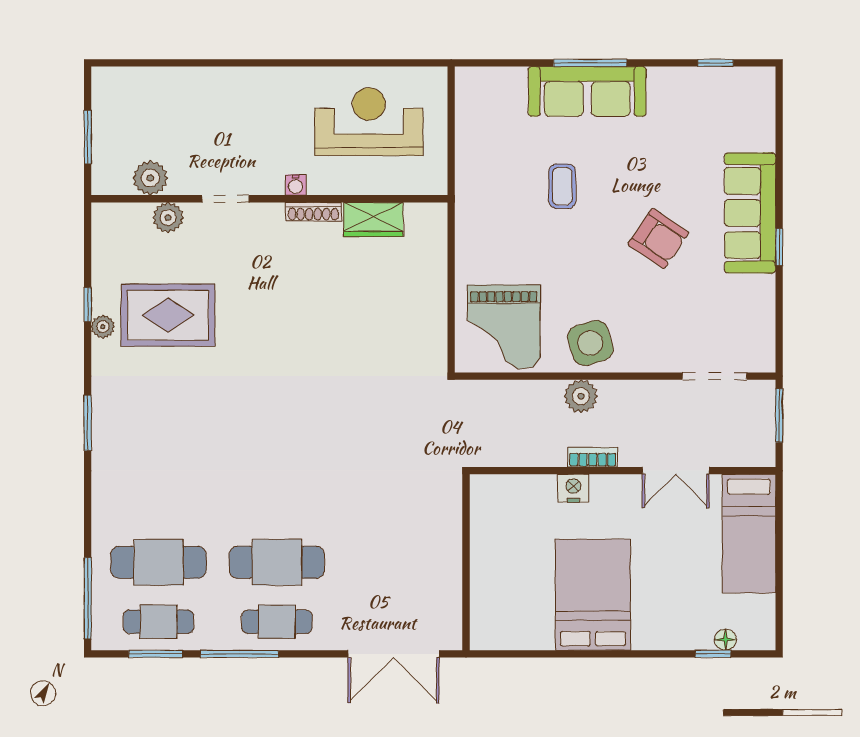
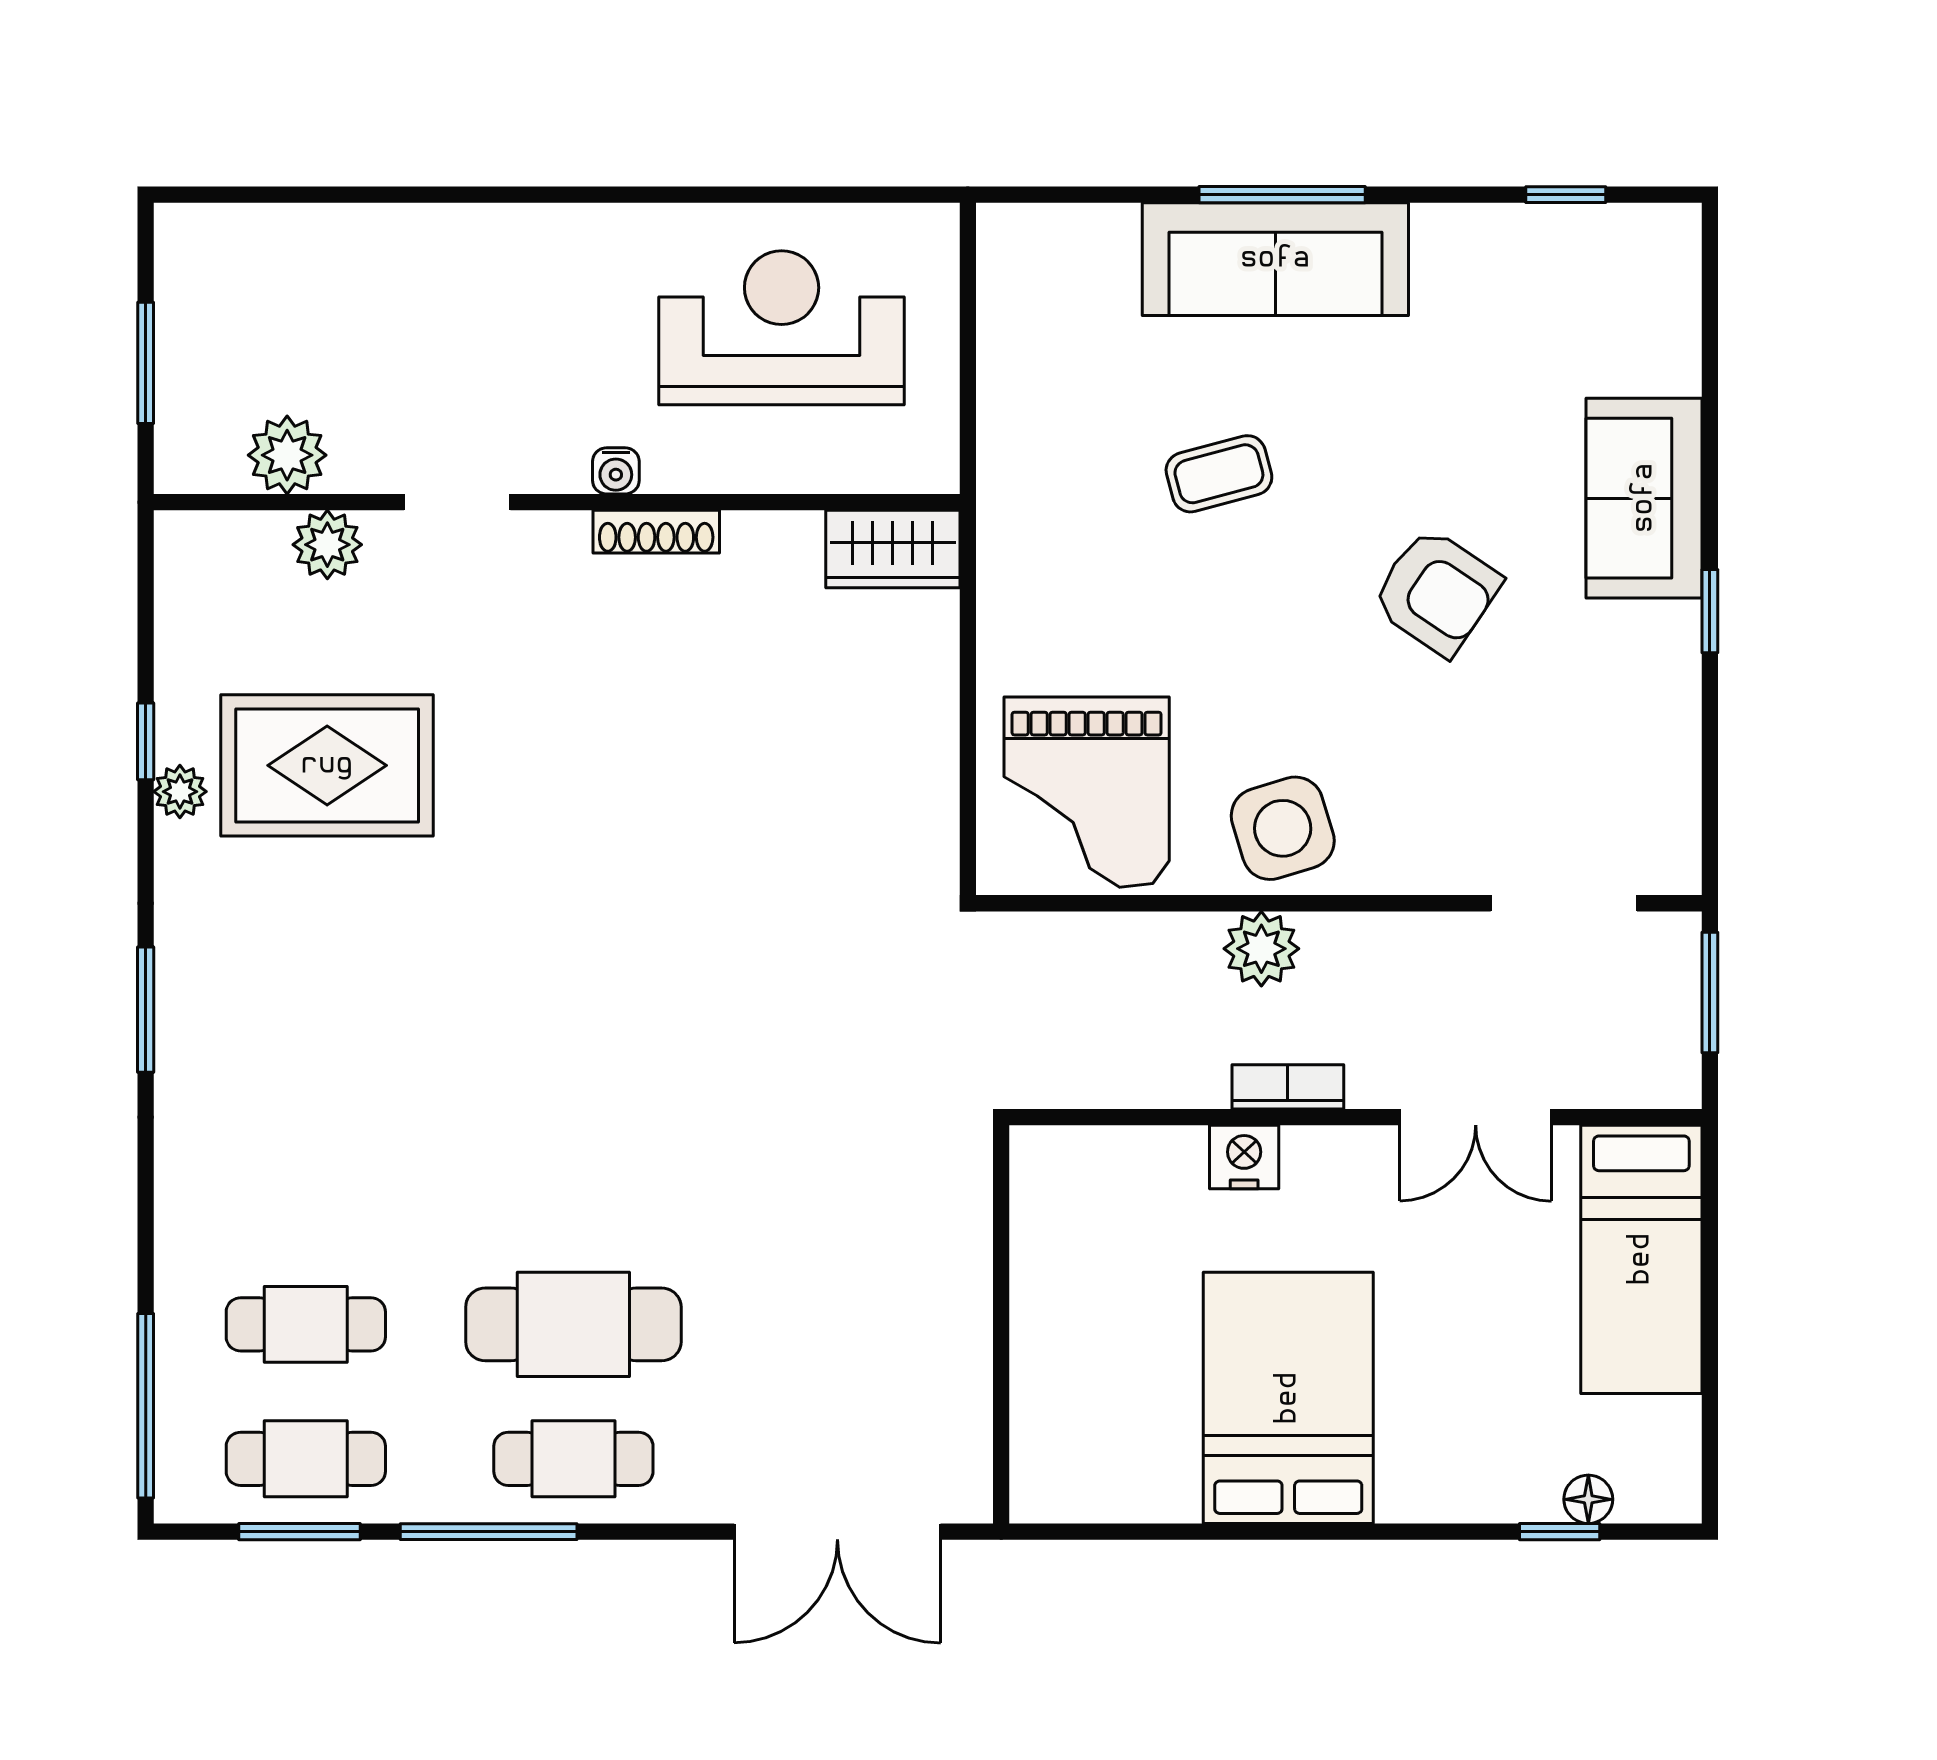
coffee table: (562, 186) -> (1219, 474), turned 75
sofa: (750, 213) -> (1644, 498), width x0.73
wardrobe: (373, 220) -> (893, 549), moved
cafe table: (159, 562) -> (306, 1324), width x0.73, depth x0.74

